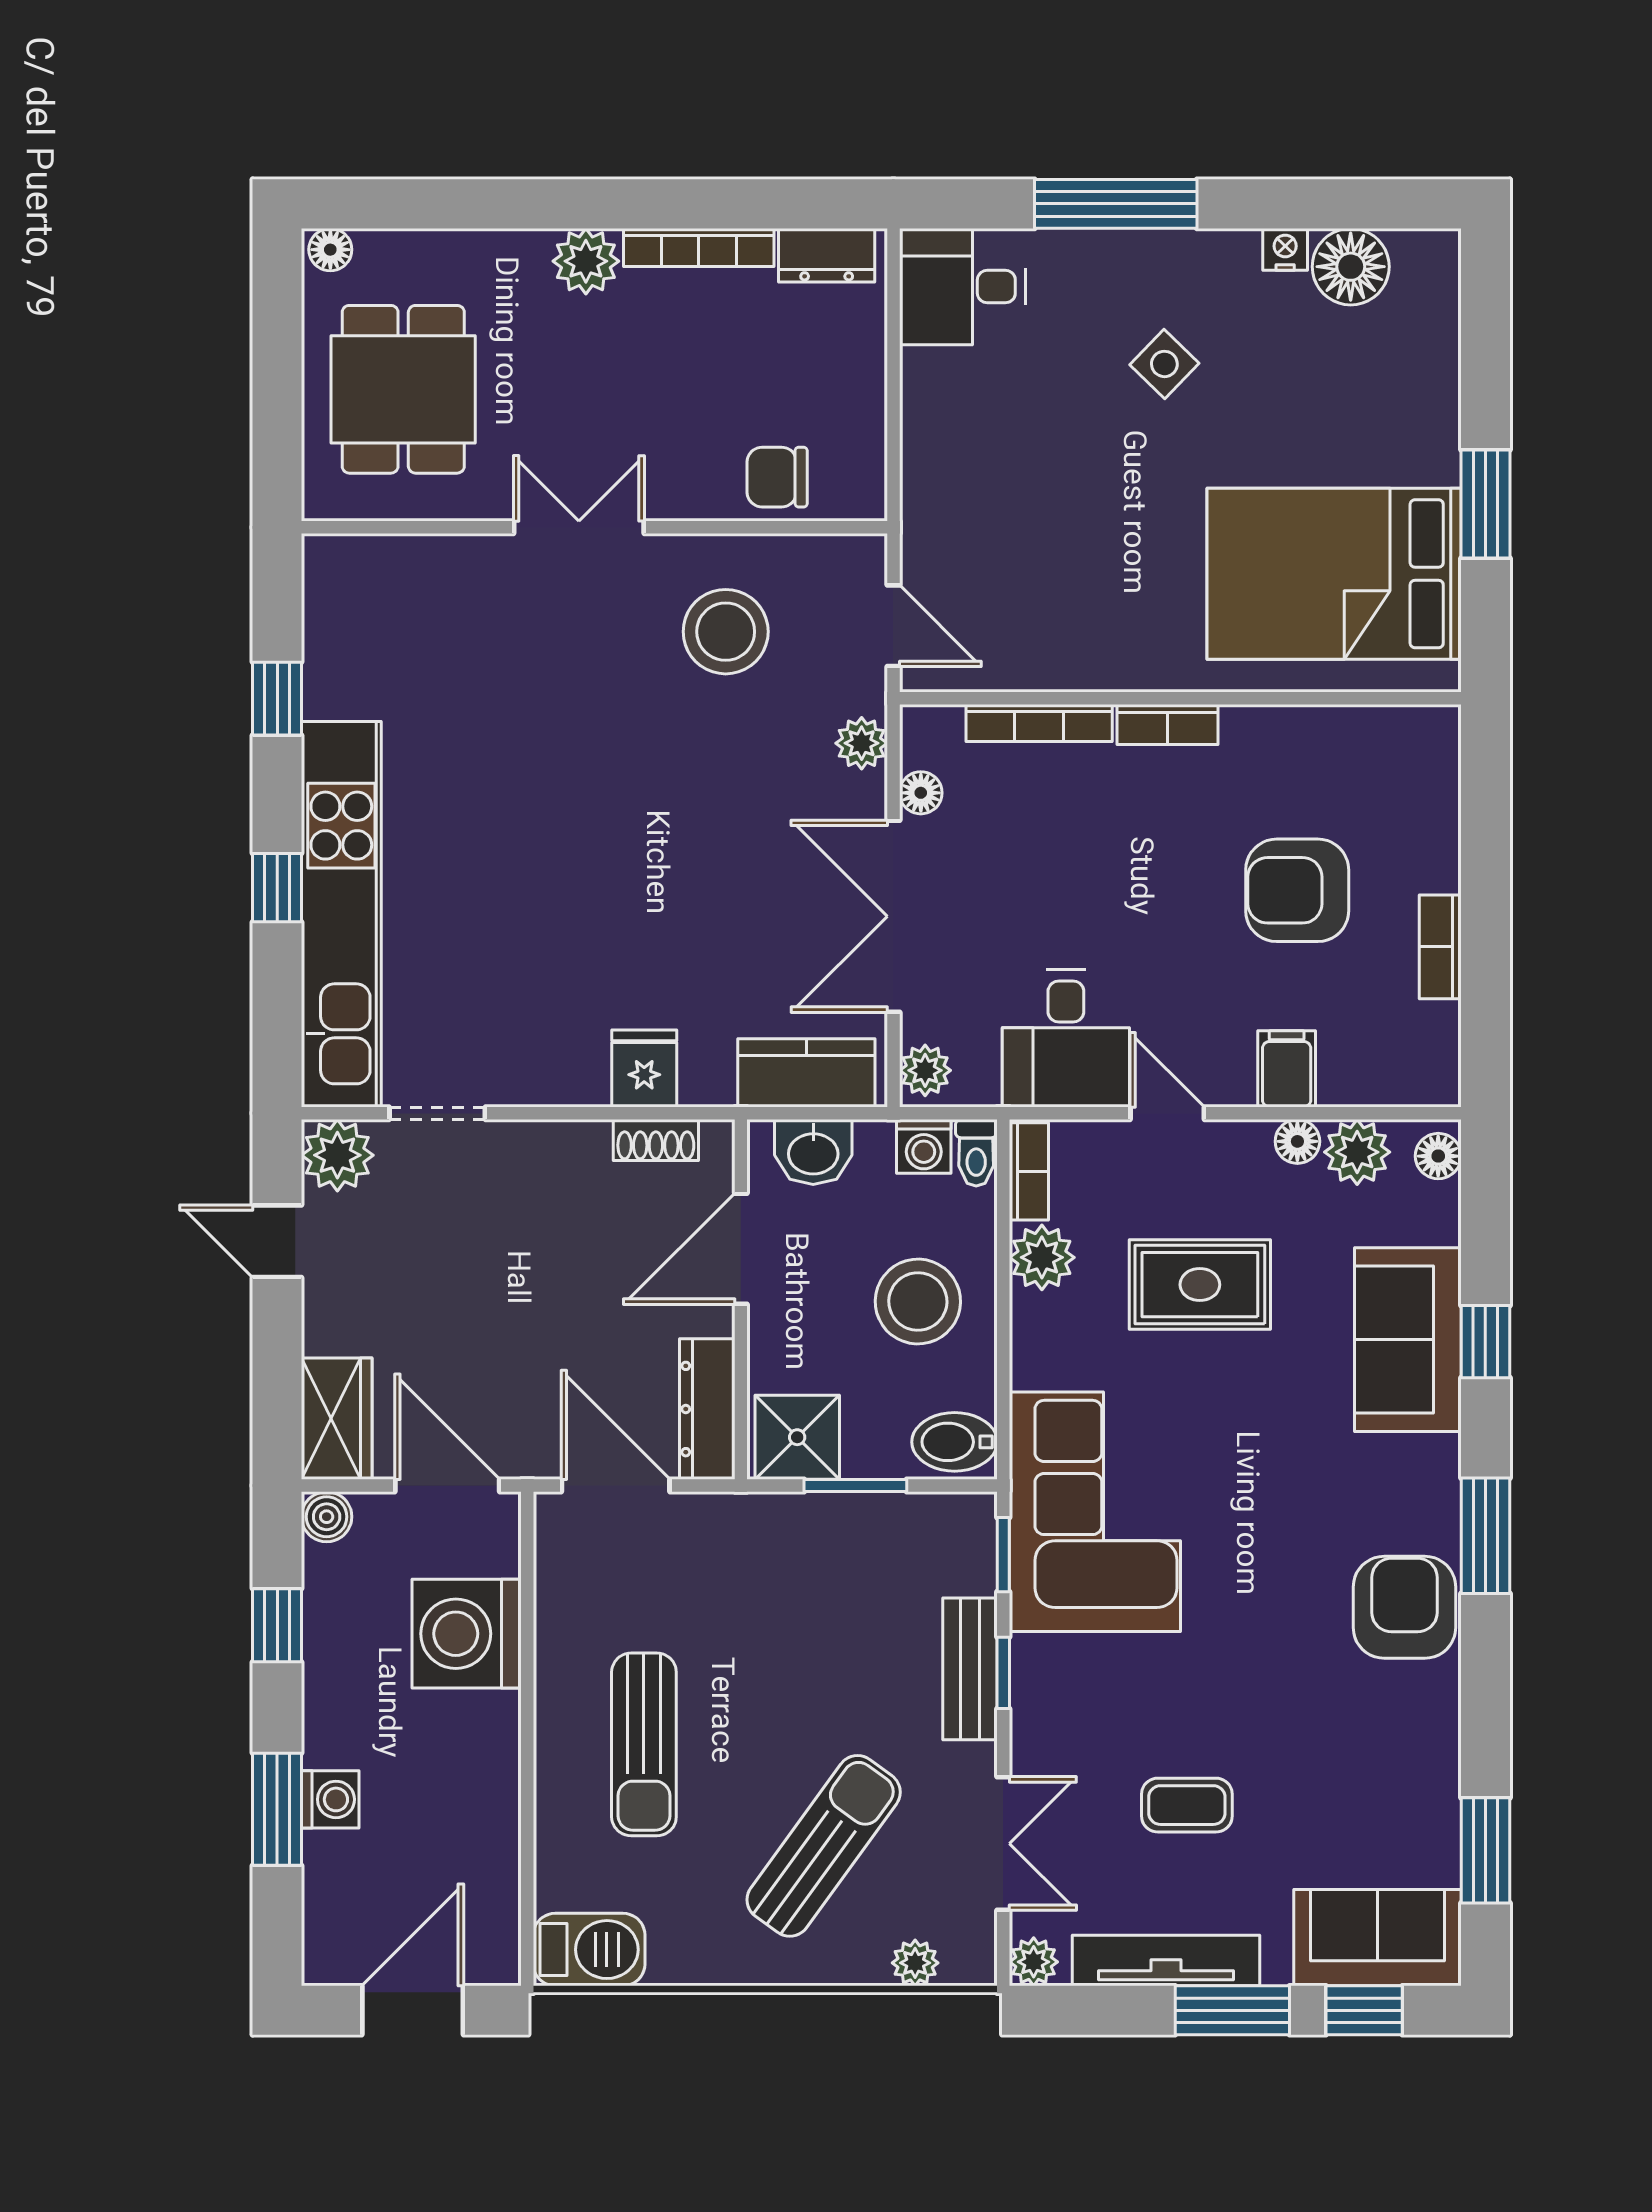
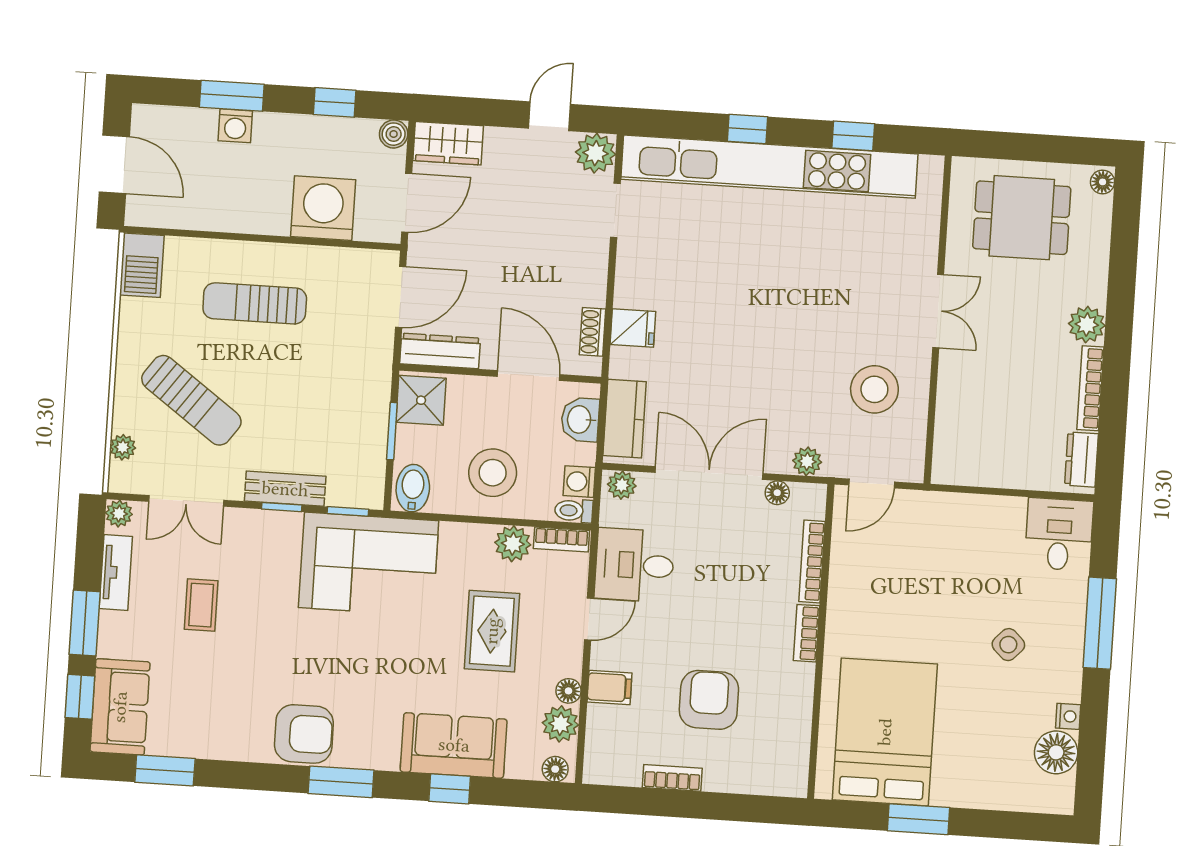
chair: (777, 477) -> (959, 424), removed
kitchen unit: (341, 914) -> (769, 167), width x1.36
tv unit: (1166, 1961) -> (116, 572), width x0.71

